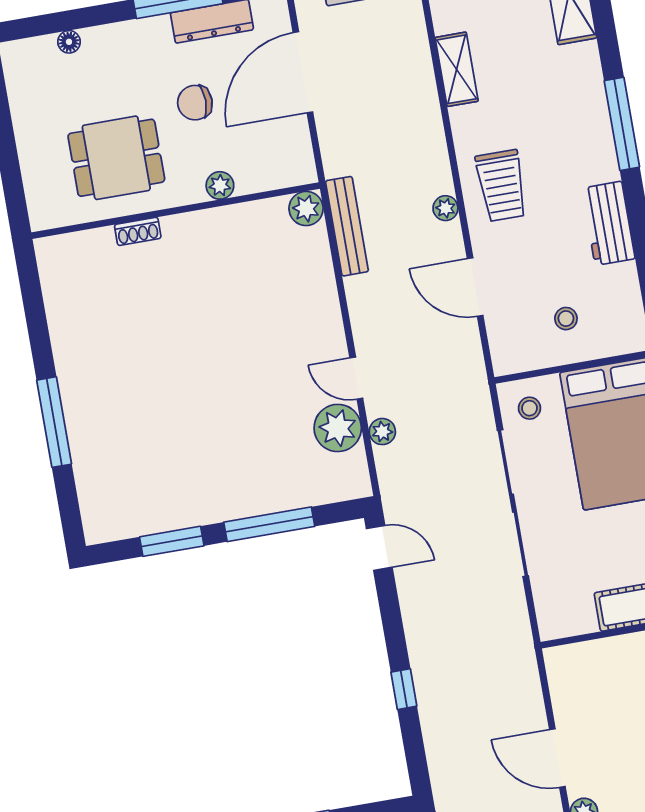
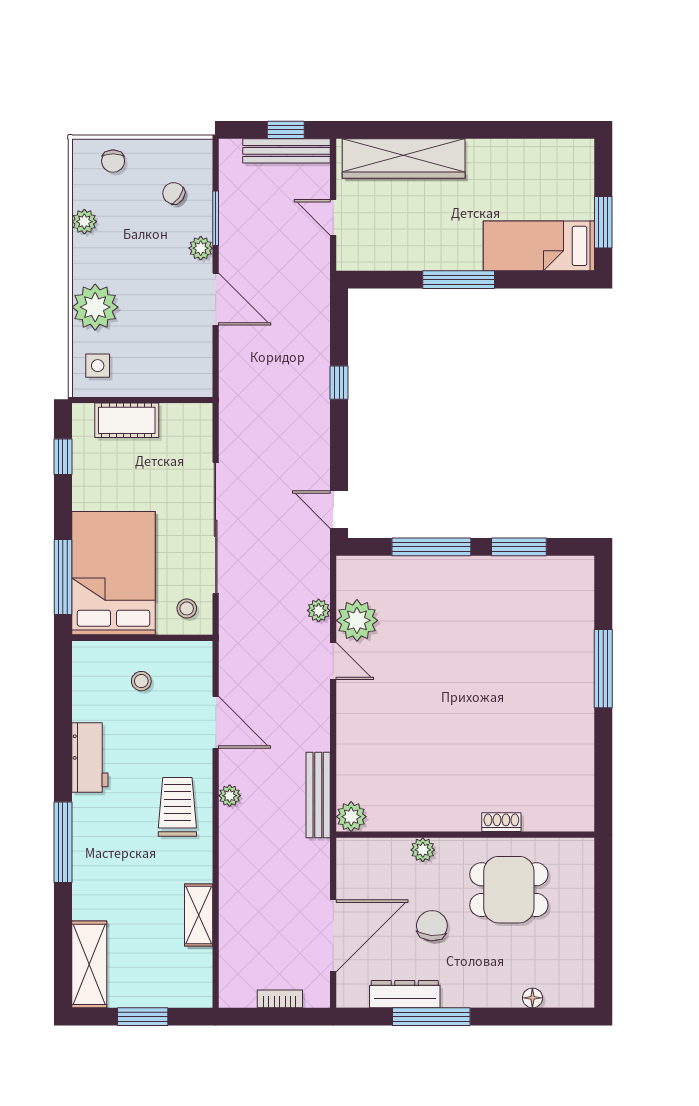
chair: (195, 103) -> (432, 926), turned -85

